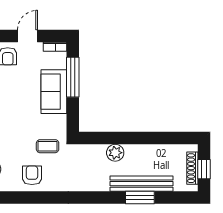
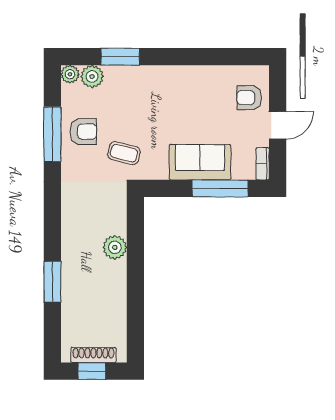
door: (28, 36) -> (278, 125), hinge flipped
coffee table: (48, 146) -> (124, 153), turned -76
bench: (141, 184) -> (72, 284), removed
window: (34, 198) -> (52, 134), added

